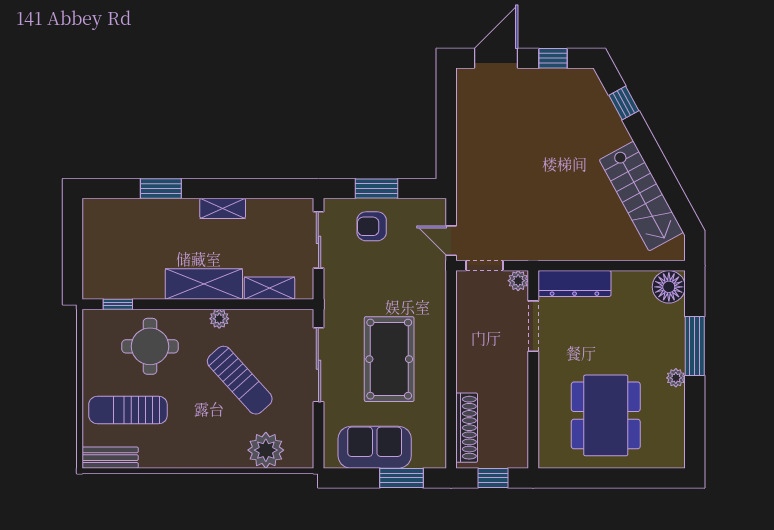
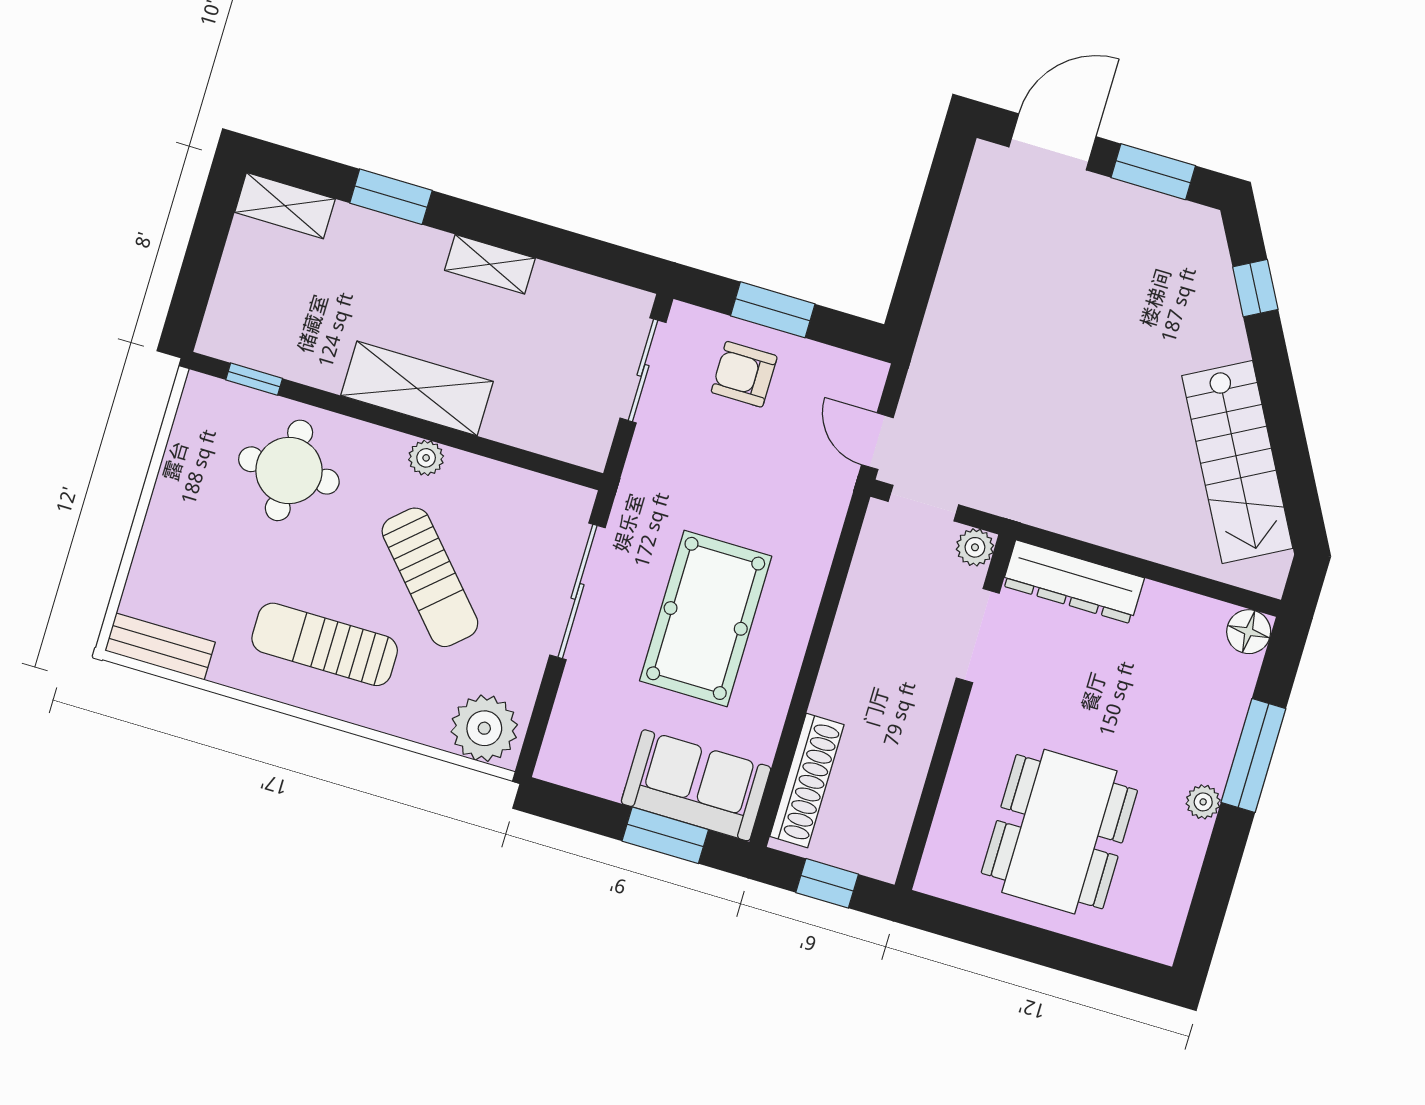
window: (553, 58) -> (1153, 172), width x1.50
floor lamp: (669, 287) -> (1249, 632), width x0.73, depth x0.73
shelving: (269, 288) -> (285, 206), moved
sun lounger: (128, 410) -> (325, 644), moved
sofa: (375, 447) -> (696, 785), moved
plant: (266, 450) -> (484, 728), moved

